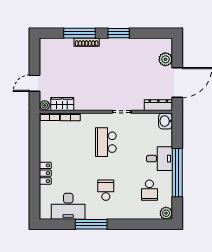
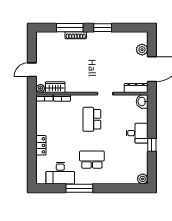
window: (177, 173) -> (152, 145), width x0.32
school desk: (106, 190) -> (92, 160), width x1.85
school desk: (149, 190) -> (129, 160), removed

